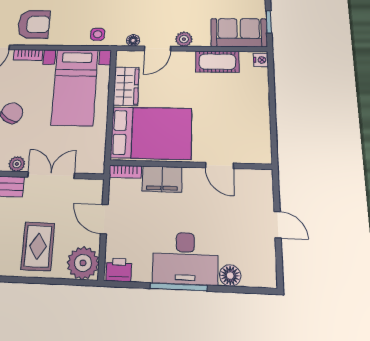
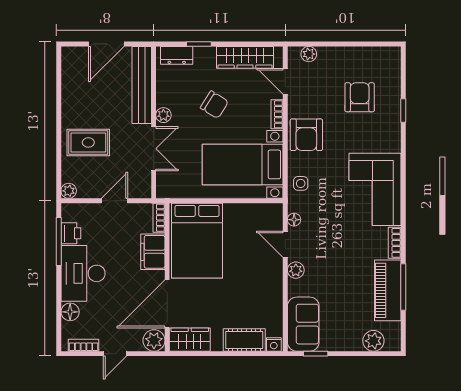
armchair: (34, 24) -> (306, 135), moved
cot: (217, 62) -> (244, 340), moved, turned 90
wardrobe: (126, 86) -> (190, 340), moved, turned 180
door: (219, 165) -> (167, 304), width x1.87
plant: (261, 181) -> (154, 340), added
bookcase: (269, 261) -> (84, 345), added
plant: (83, 263) -> (69, 191), width x0.53, depth x0.53
printer: (119, 270) -> (71, 233), moved
window: (179, 287) -> (59, 242), moved

